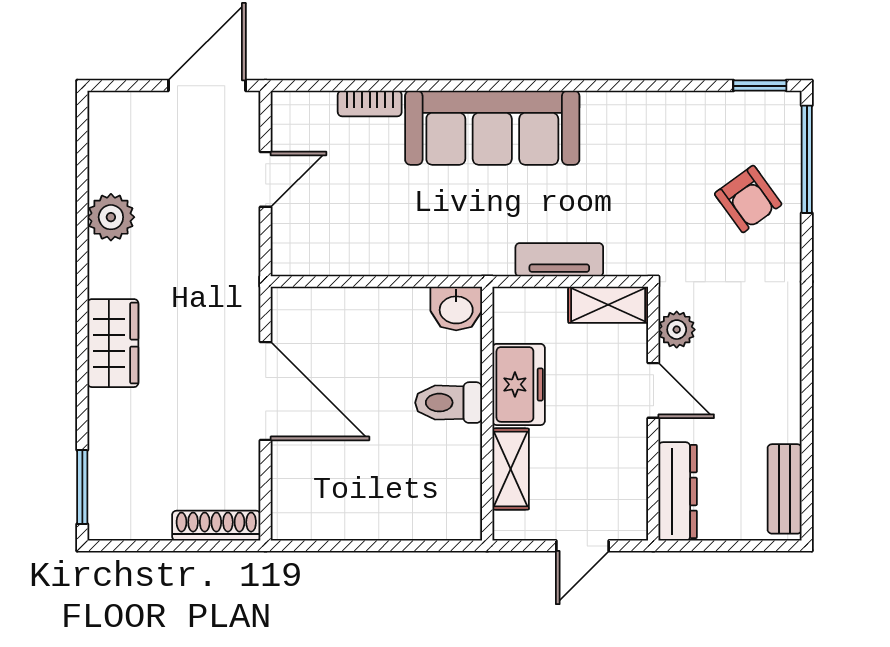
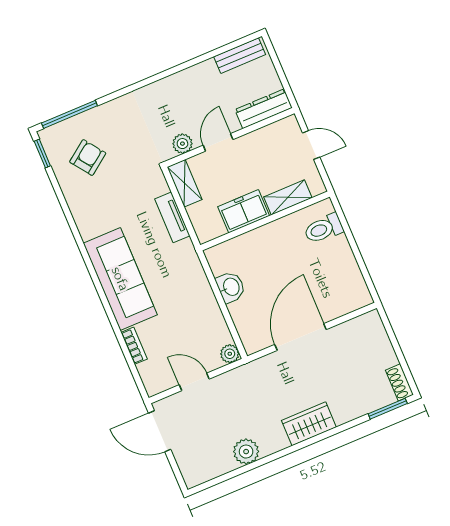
armchair: (748, 199) -> (88, 157), moved
plant: (288, 259) -> (230, 354), added
washbasin: (456, 309) -> (231, 287), moved
toilet: (449, 403) -> (324, 229), moved, turned 90
shoe rack: (216, 526) -> (399, 382), moved, width x0.70

